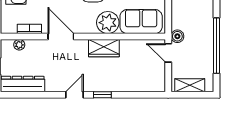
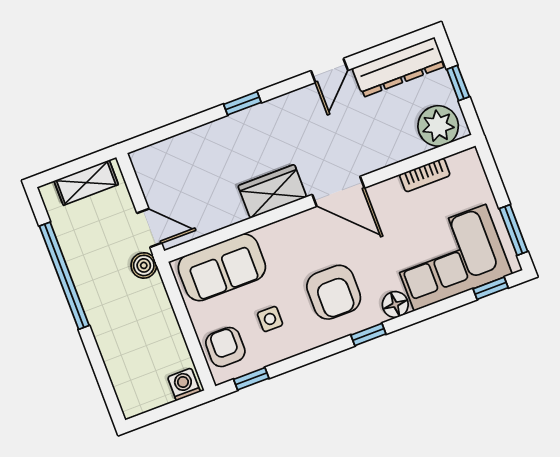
plant: (108, 23) -> (283, 242), removed
door: (61, 37) -> (338, 191), moved
plant: (19, 45) -> (438, 126), width x1.87, depth x1.87
door: (75, 95) -> (329, 70), moved

